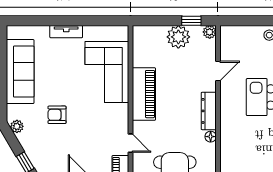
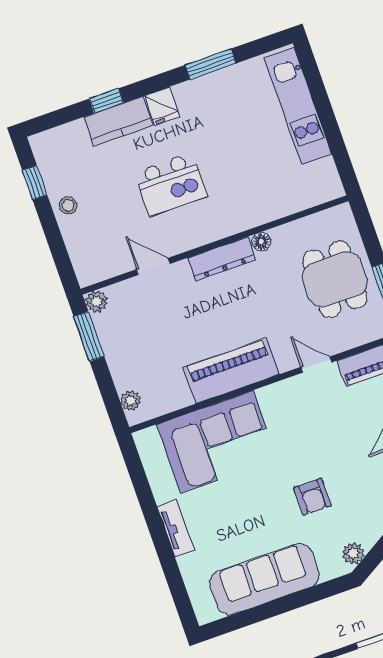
window: (191, 21) -> (89, 336), width x1.50
plant: (178, 37) -> (131, 401), moved, width x0.53, depth x0.53
door: (130, 143) -> (316, 365), hinge flipped

